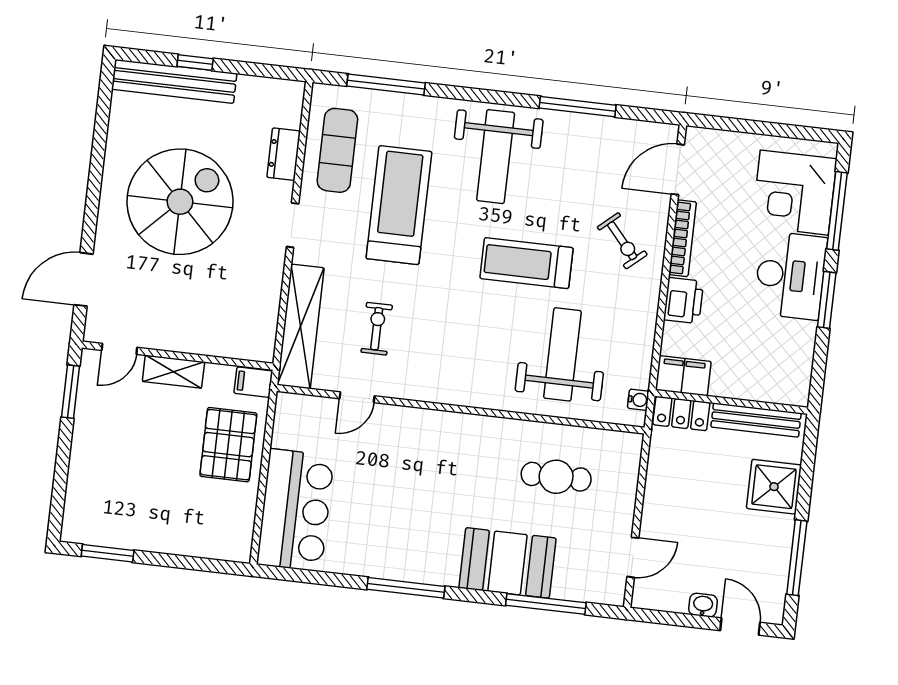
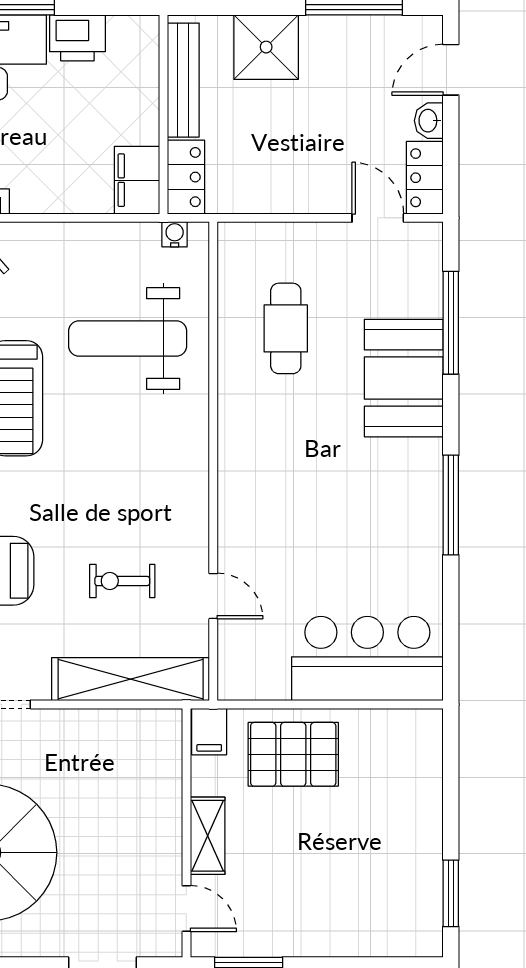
printer: (684, 300) -> (77, 38), moved, turned 180
locker: (659, 597) -> (425, 178), added

